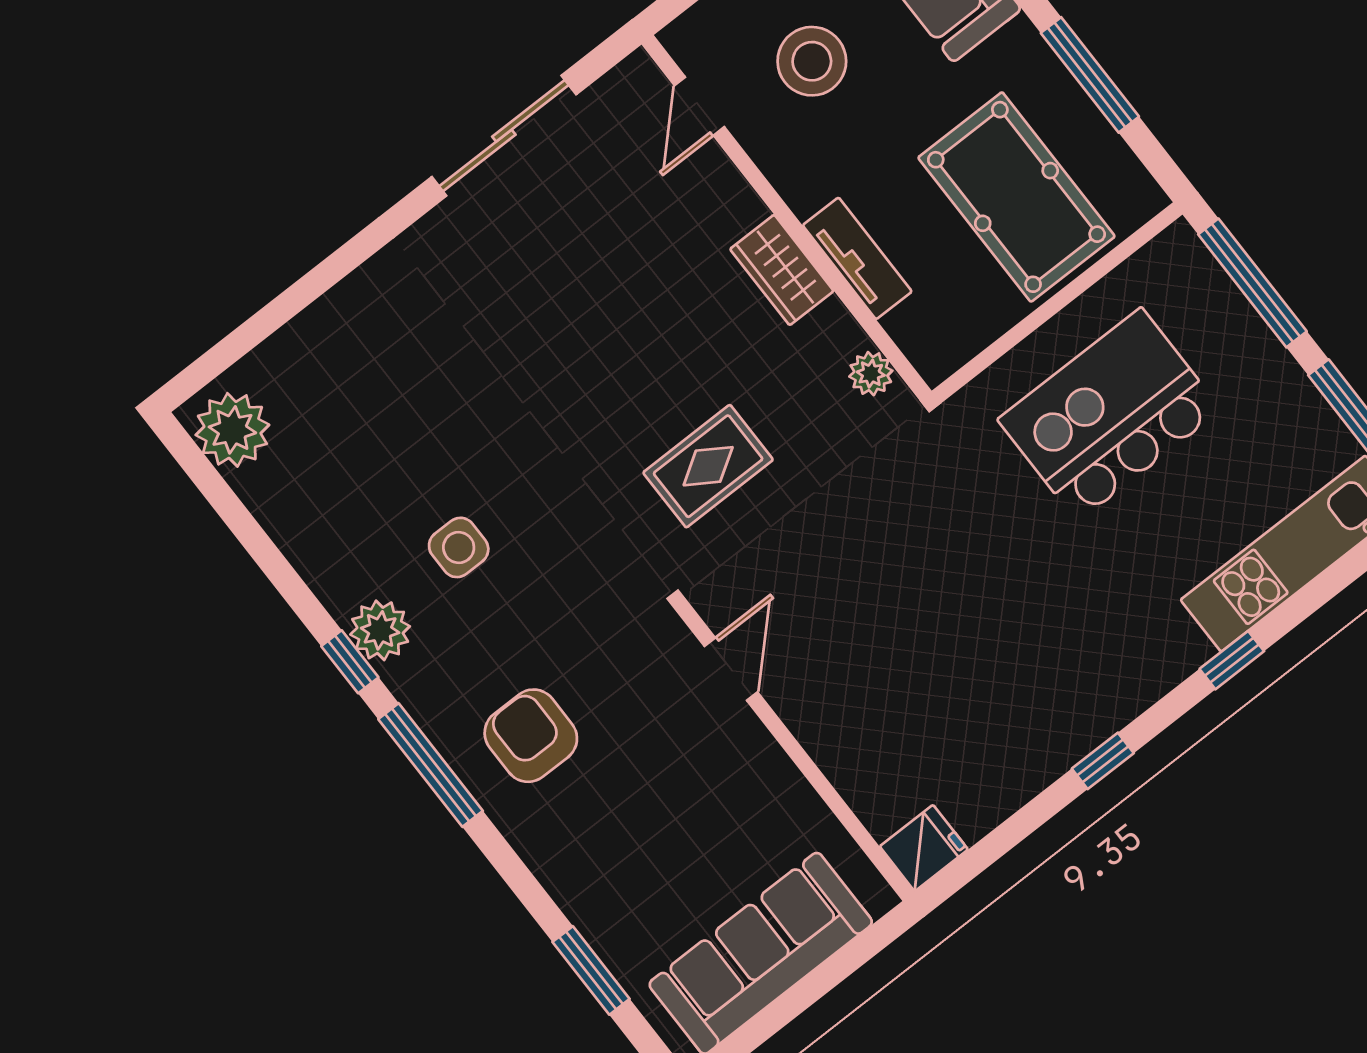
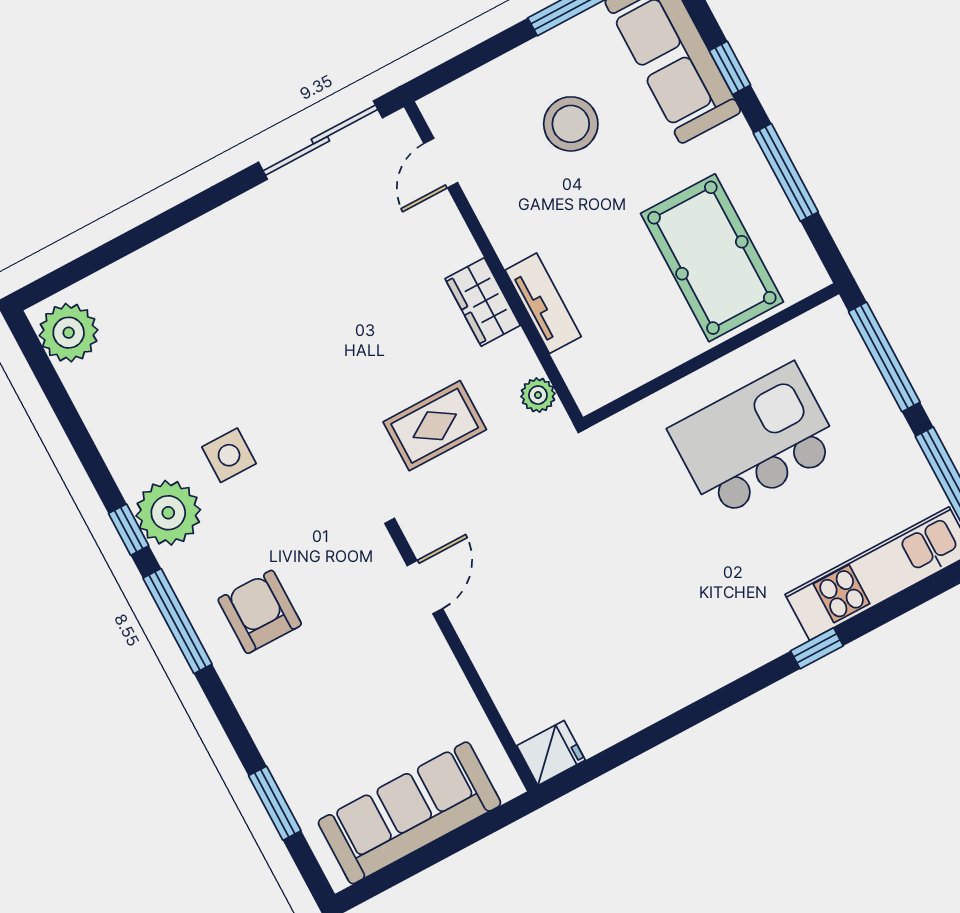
door: (699, 106) -> (441, 163), moved
wall: (787, 218) -> (494, 262), moved
tv unit: (857, 258) -> (543, 303), moved
wardrobe: (782, 270) -> (483, 302), moved
plant: (871, 374) -> (538, 395), moved
plant: (380, 630) -> (168, 513), width x1.36, depth x1.36
window: (1103, 761) -> (702, 709), removed

